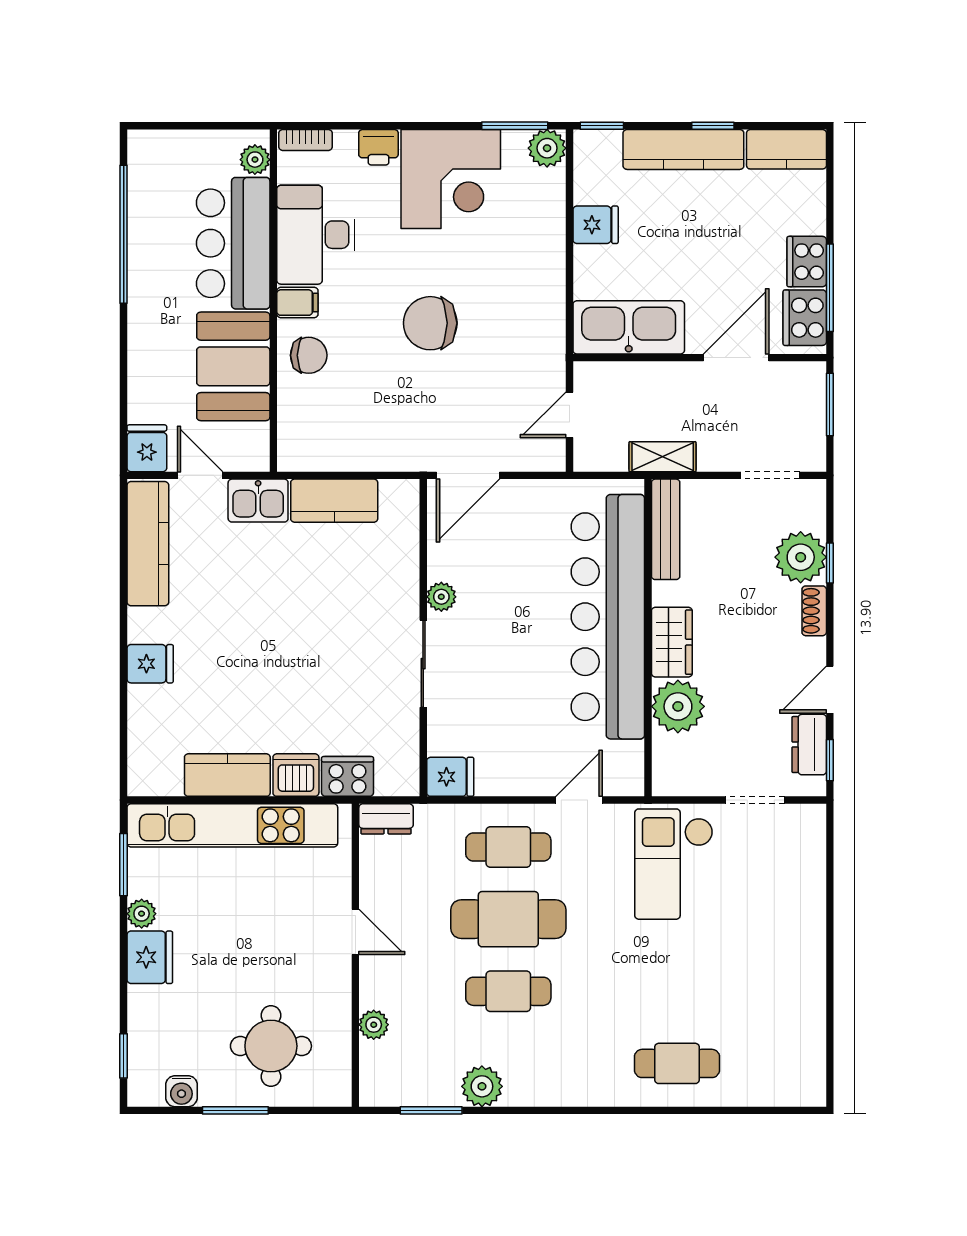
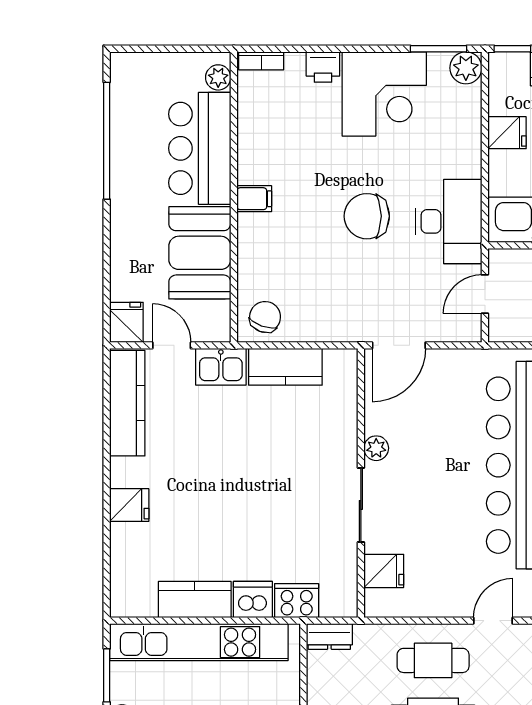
desk: (316, 235) -> (449, 221), moved, turned 180
chair: (309, 355) -> (265, 317), moved, turned -70
fridge: (450, 777) -> (384, 571), moved

